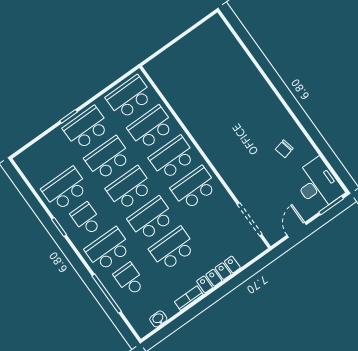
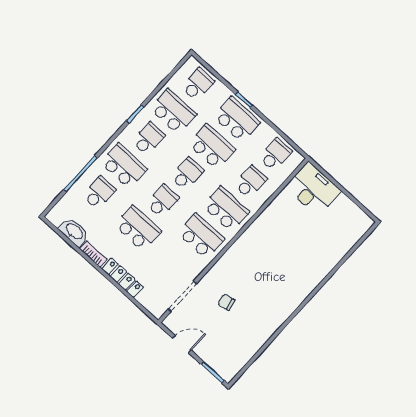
school desk: (129, 97) -> (275, 155), width x0.54
school desk: (151, 127) -> (251, 182), width x0.54
chair: (284, 149) -> (226, 302), moved
school desk: (43, 159) -> (198, 84), added
desk: (318, 184) -> (313, 189), moved, turned -90
school desk: (129, 188) -> (187, 174), width x0.54
school desk: (151, 218) -> (163, 201), width x0.54
washbasin: (158, 319) -> (74, 232), width x1.91, depth x1.45

